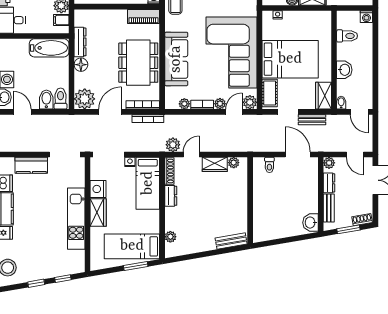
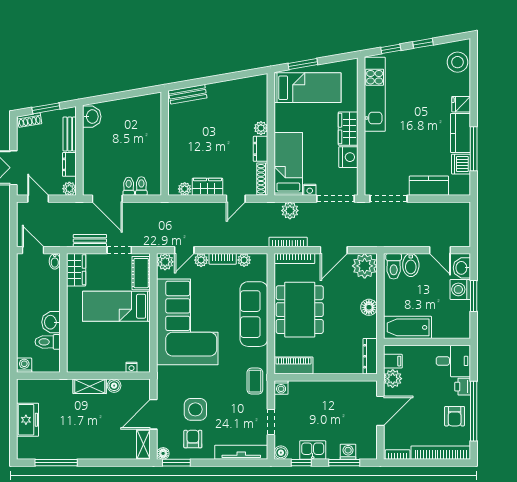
dresser: (80, 42) -> (370, 356), moved
bed: (290, 59) -> (116, 306), width x0.67
washbasin: (344, 70) -> (51, 322), moved
plant: (173, 145) -> (290, 211), moved
toilet: (280, 165) -> (129, 186), added
kitchen unit: (76, 219) -> (375, 94), moved
plant: (170, 237) -> (261, 128), moved

